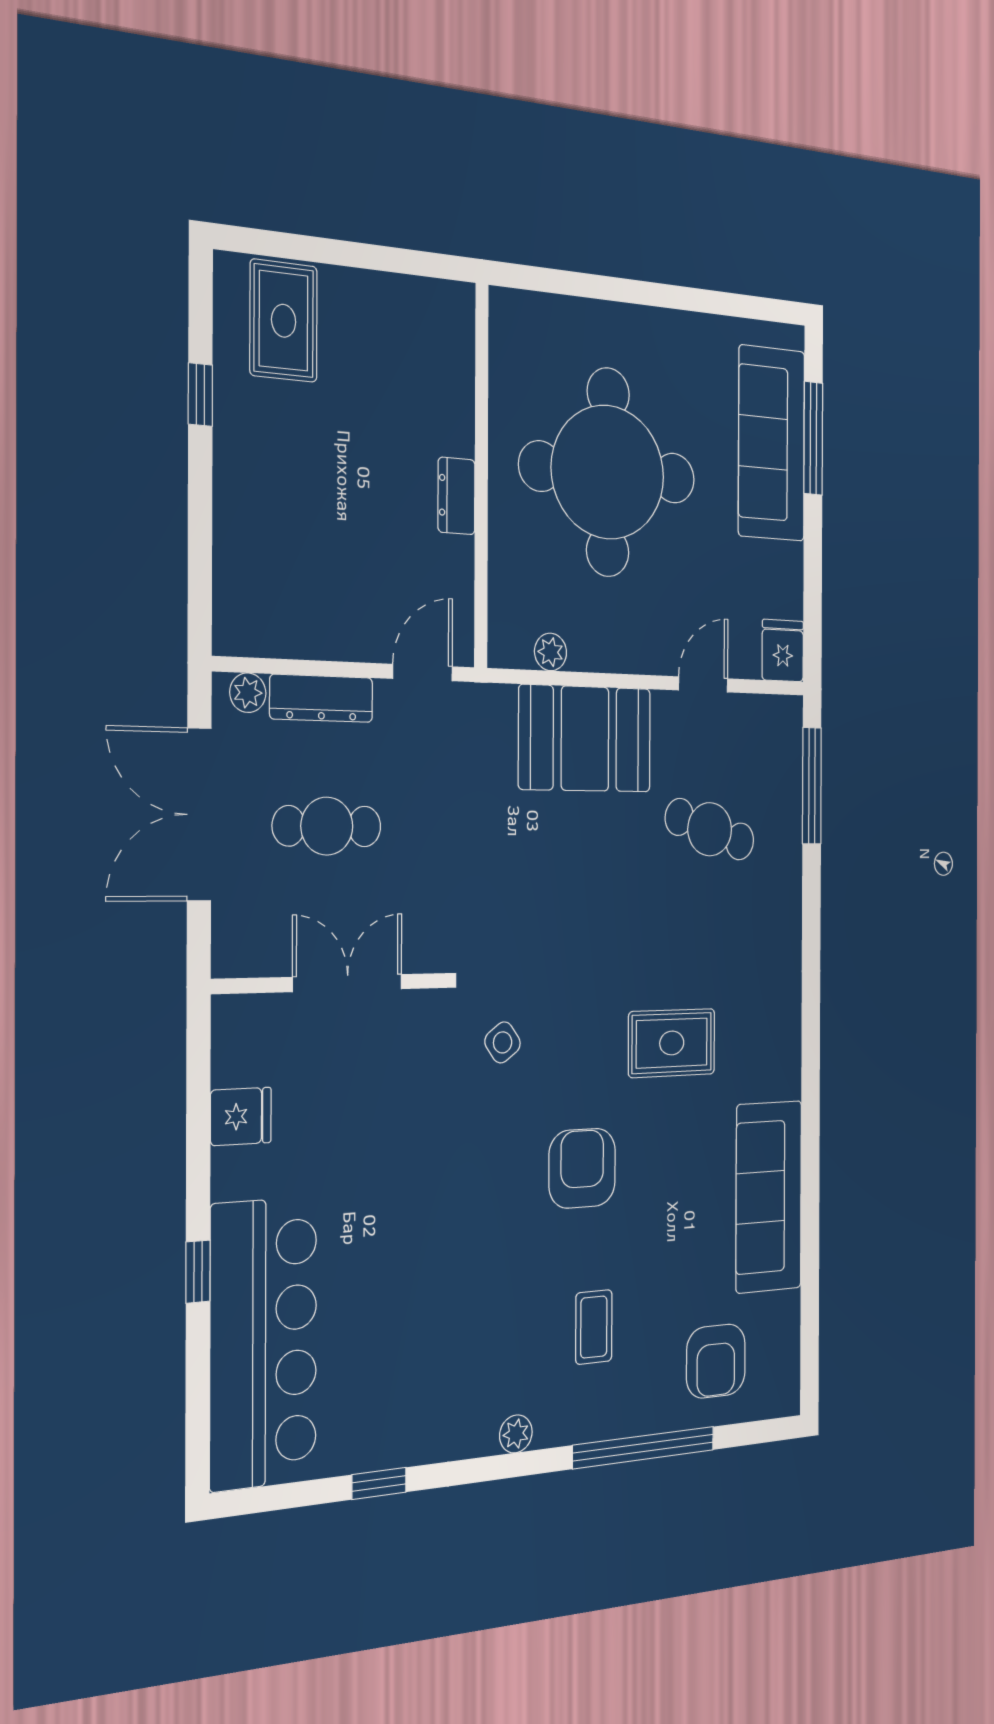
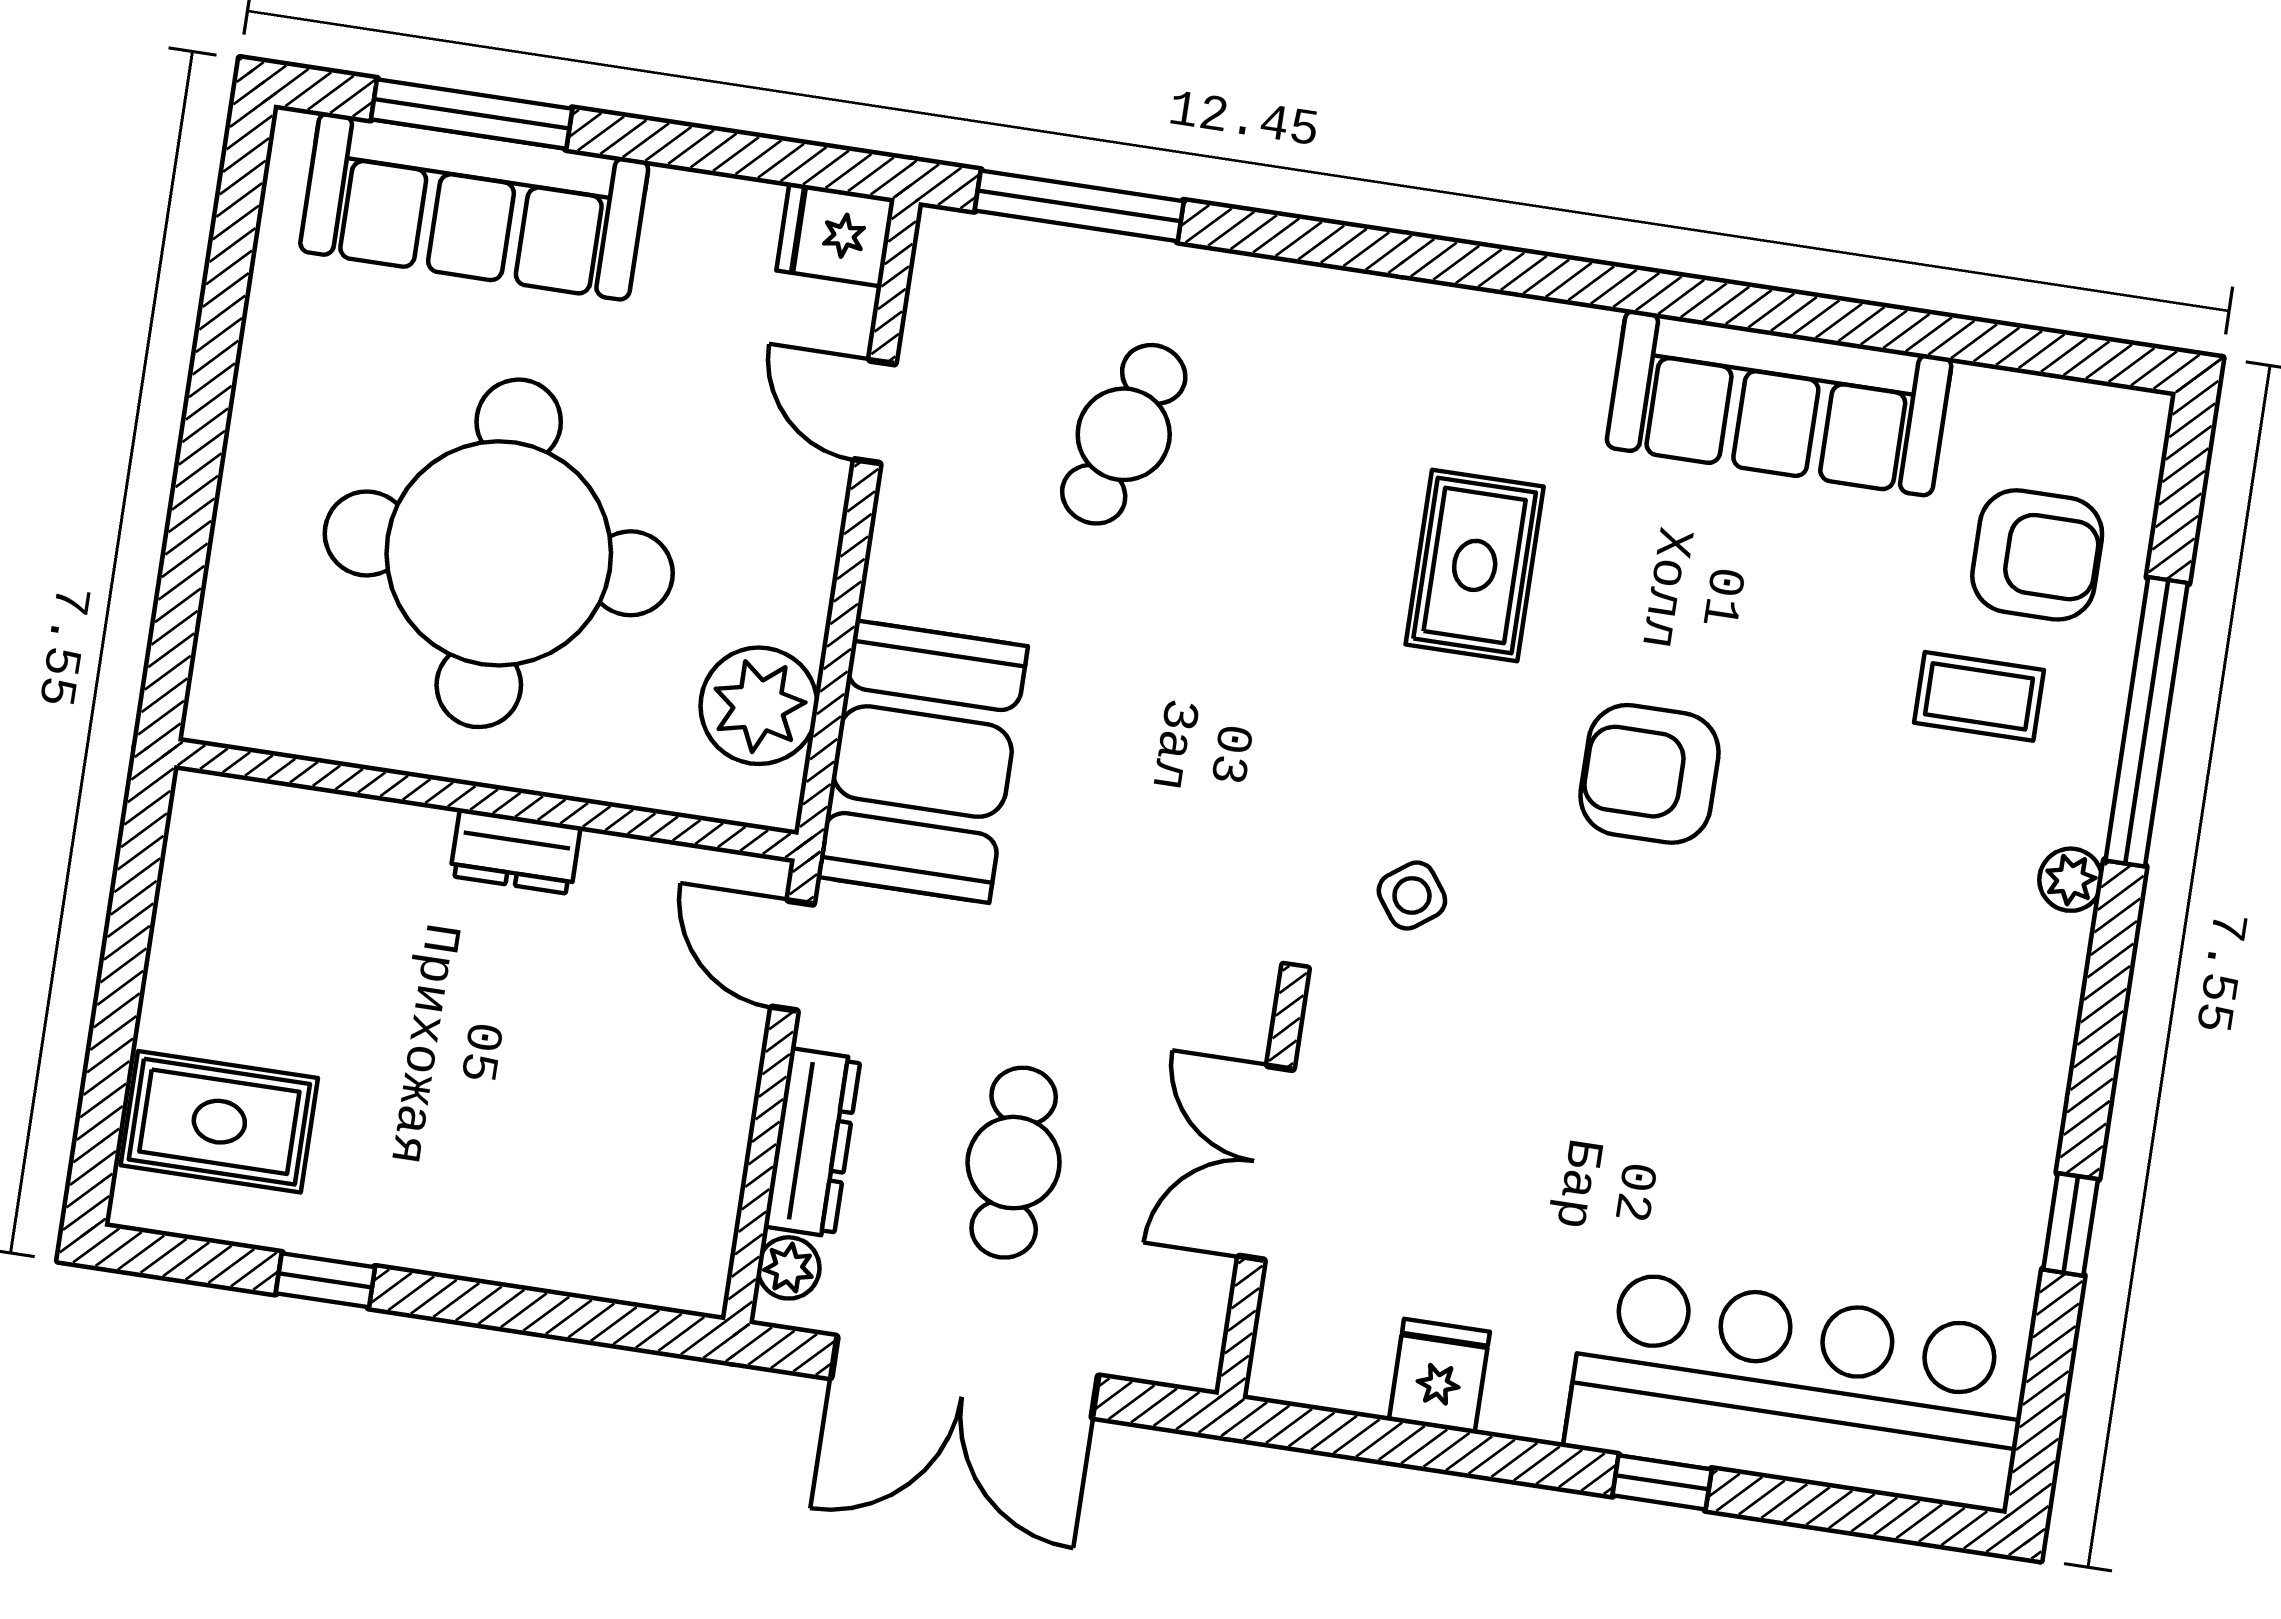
plant: (551, 652) -> (759, 706), width x1.87, depth x1.87
booth: (585, 739) -> (922, 762), moved
coffee table: (594, 1327) -> (1979, 696), moved
plant: (516, 1434) -> (2071, 880), moved

